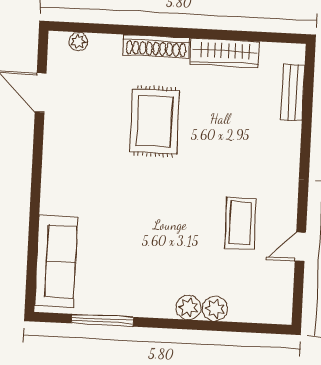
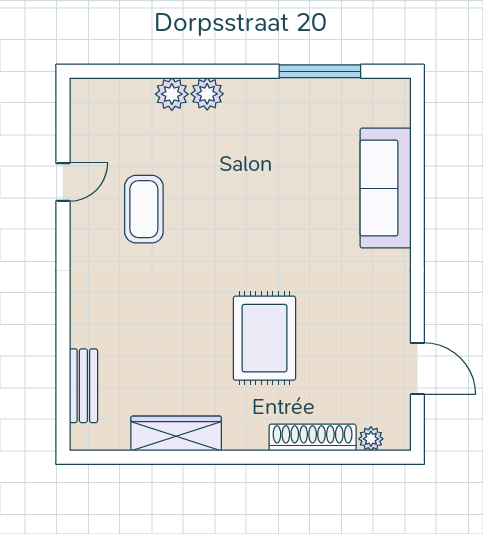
shoe rack: (156, 46) -> (313, 438), moved
sofa: (56, 261) -> (386, 188), moved

